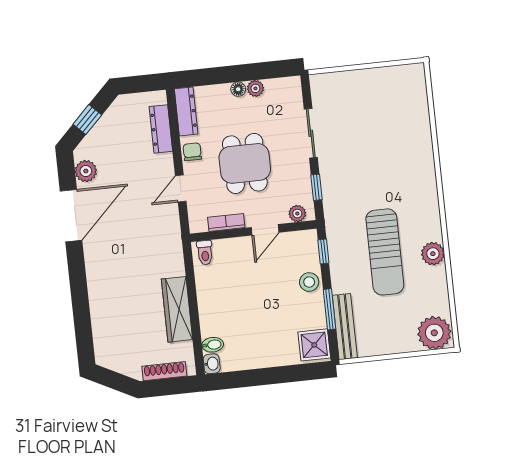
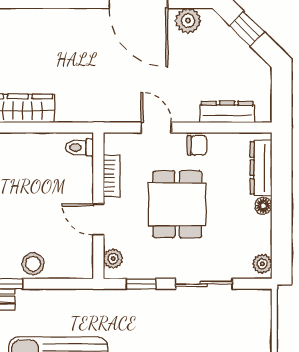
plant: (255, 88) -> (262, 264), moved
dresser: (186, 111) -> (261, 168), moved, turned 90
dining table: (245, 163) -> (177, 204), turned 90
window: (323, 251) -> (66, 284), removed

